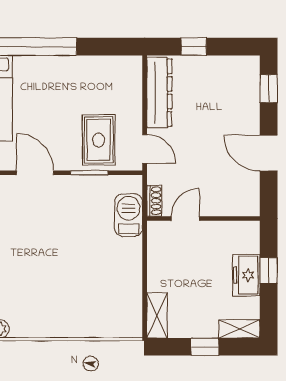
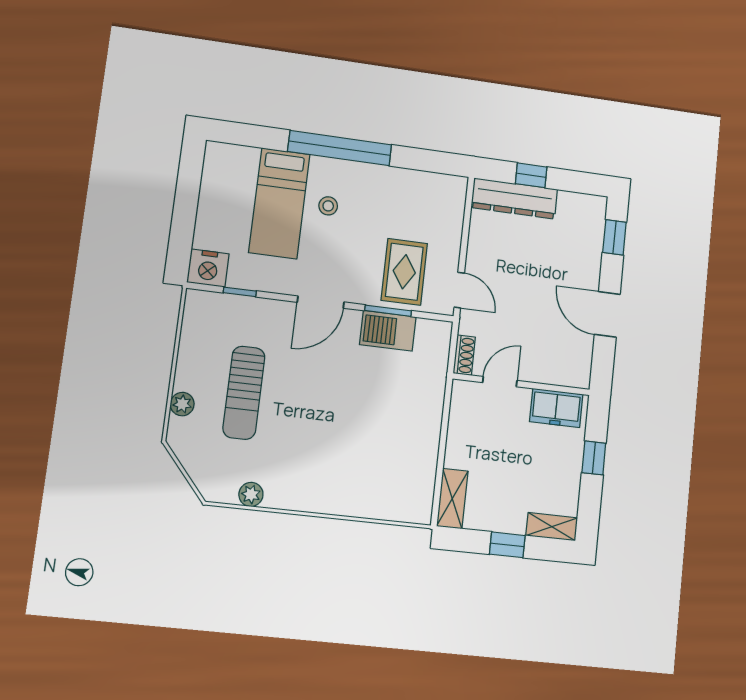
dresser: (159, 93) -> (514, 198), moved, turned 90
stool: (32, 95) -> (328, 206), added
door: (35, 173) -> (321, 302), swing flipped
barbecue: (129, 215) -> (388, 331), moved, turned -90
freezer: (246, 275) -> (556, 408), moved, turned -90

